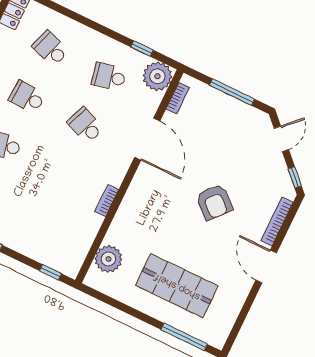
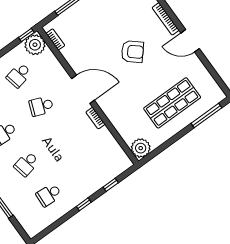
window: (142, 49) -> (26, 35), moved
door: (147, 139) -> (83, 89), moved
plant: (108, 259) -> (141, 148), moved
window: (50, 272) -> (111, 185), moved

